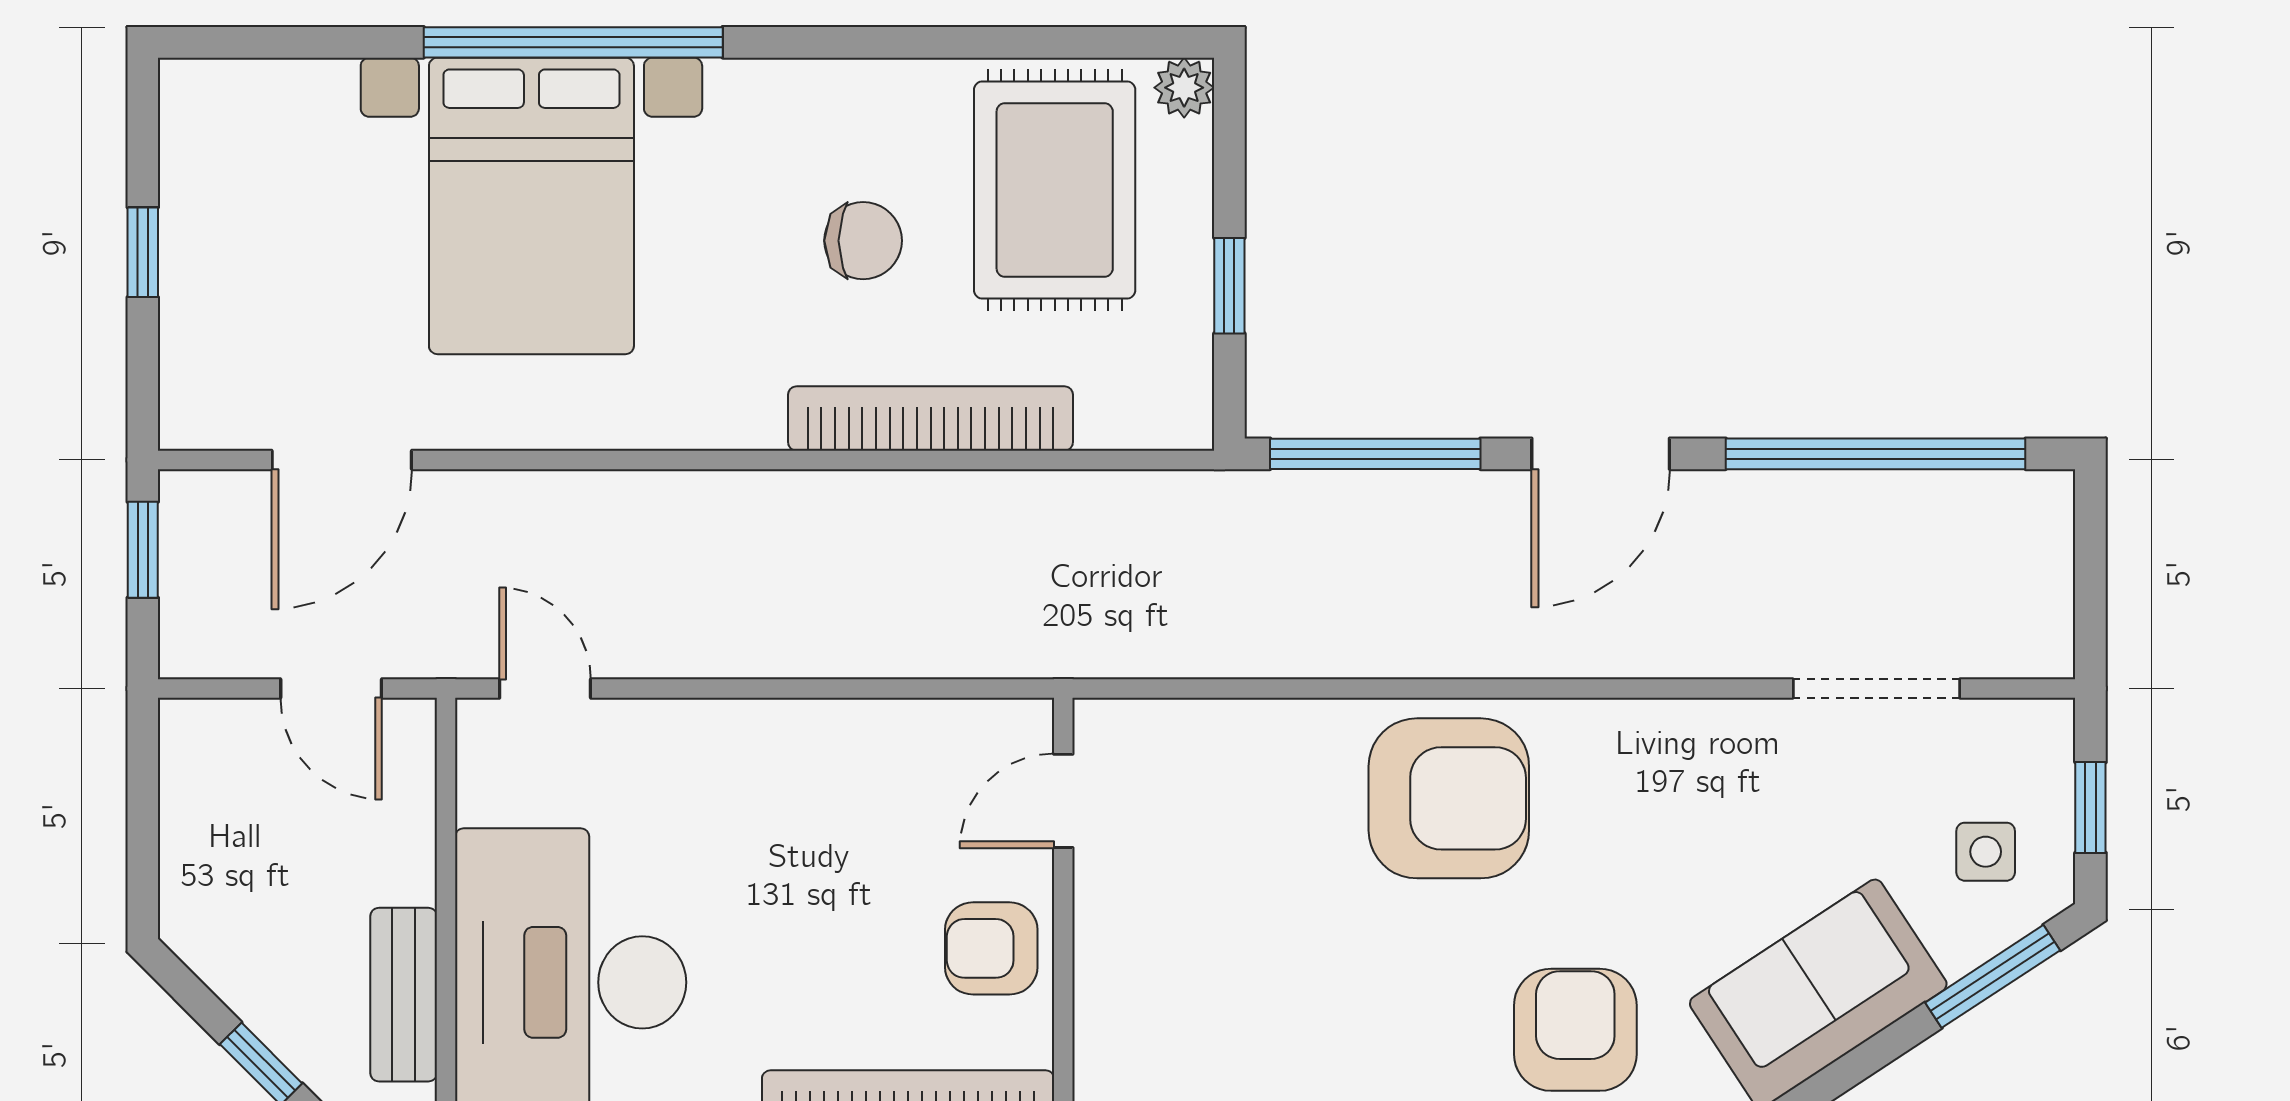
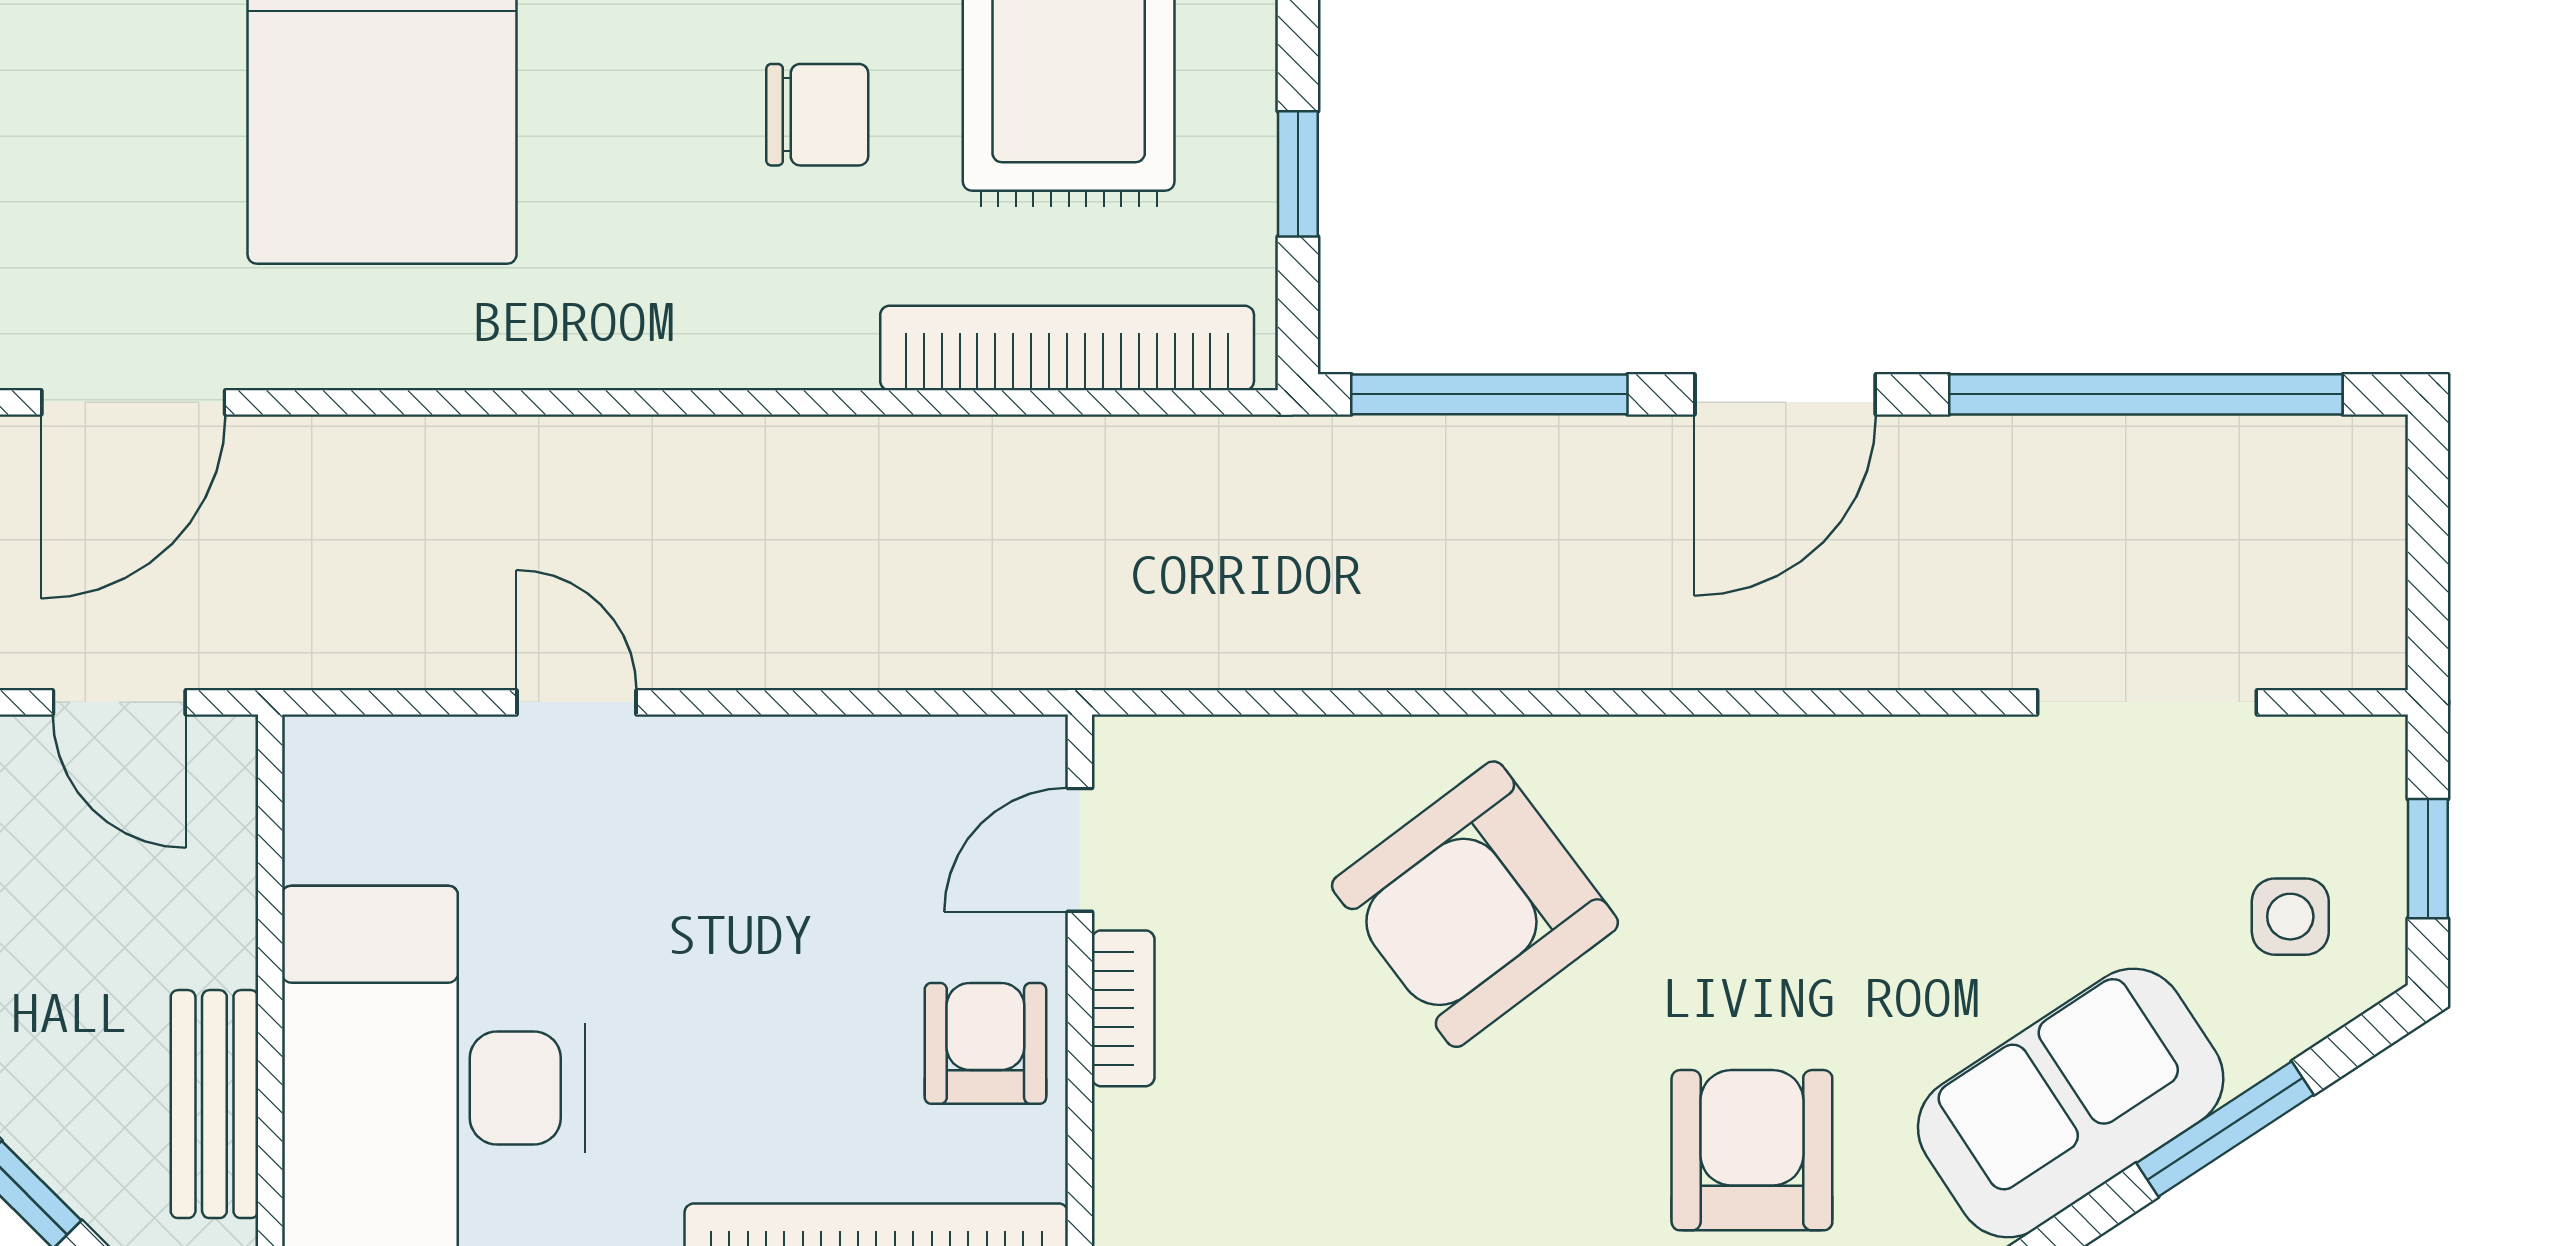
bookcase: (931, 418) -> (1067, 348), moved
door: (545, 688) -> (576, 702), moved
armchair: (1449, 798) -> (1475, 904), moved, turned 143
bookcase: (1096, 922) -> (1123, 1008), added
armchair: (991, 948) -> (985, 1043), turned 90
window: (1993, 976) -> (2225, 1129), moved

